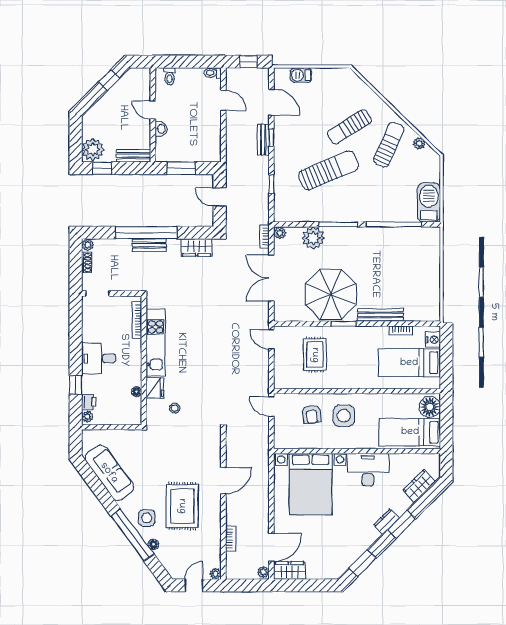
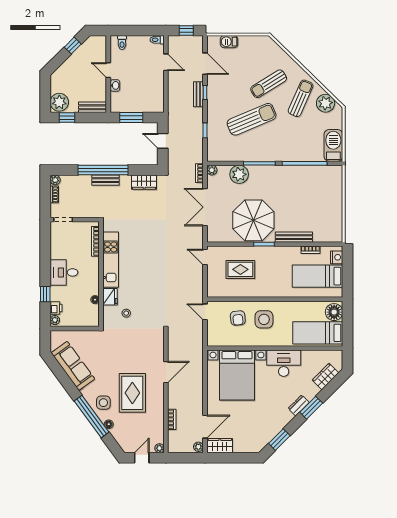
plant: (419, 143) -> (326, 103), width x1.88, depth x1.88
rug: (315, 355) -> (240, 269), turned 90

